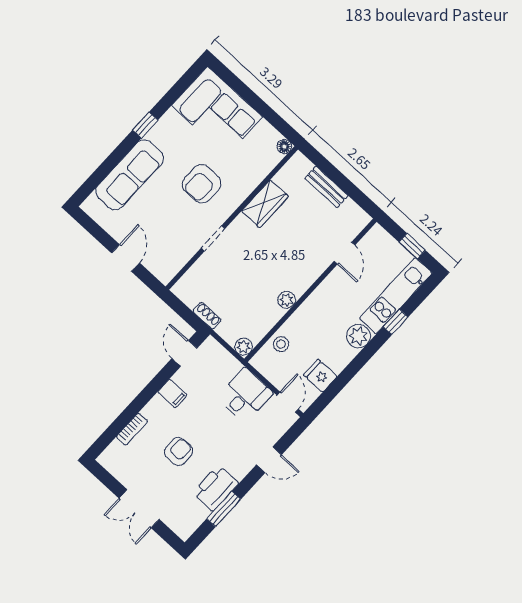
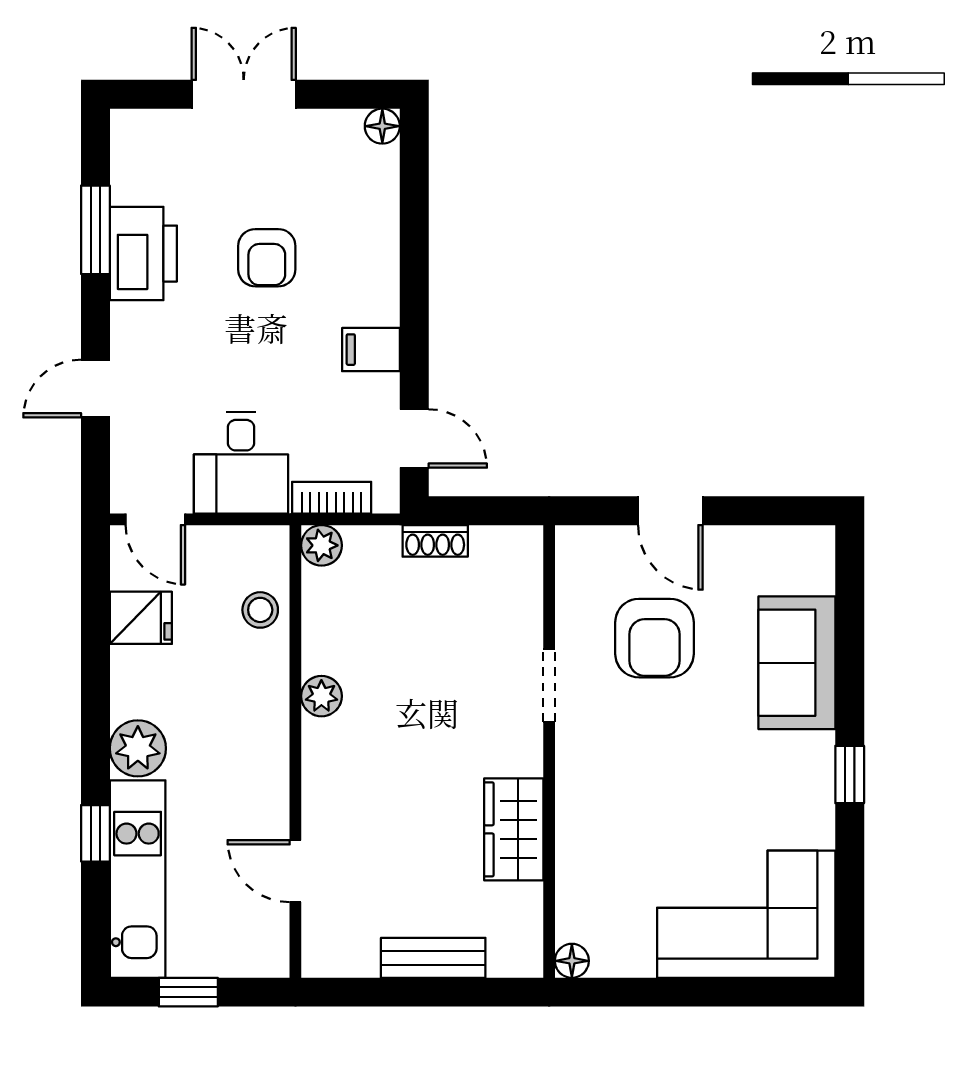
sofa: (130, 175) -> (797, 663), width x0.73
armchair: (202, 184) -> (654, 638), moved, turned 180
bookcase: (132, 429) -> (332, 498), moved, turned 90
floor lamp: (105, 459) -> (382, 126), added

